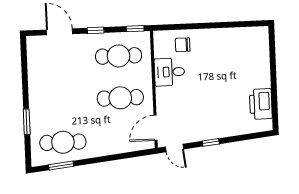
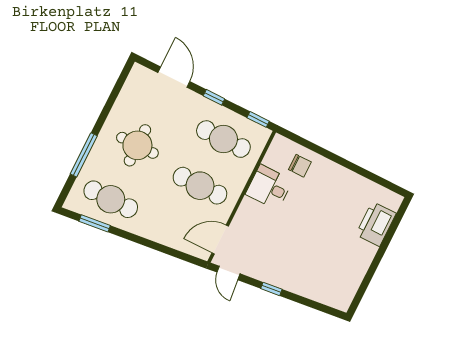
chair: (183, 45) -> (300, 166), turned 180
round table: (61, 94) -> (137, 145), added
printer: (261, 104) -> (376, 224), moved
window: (27, 122) -> (84, 155), width x1.44

